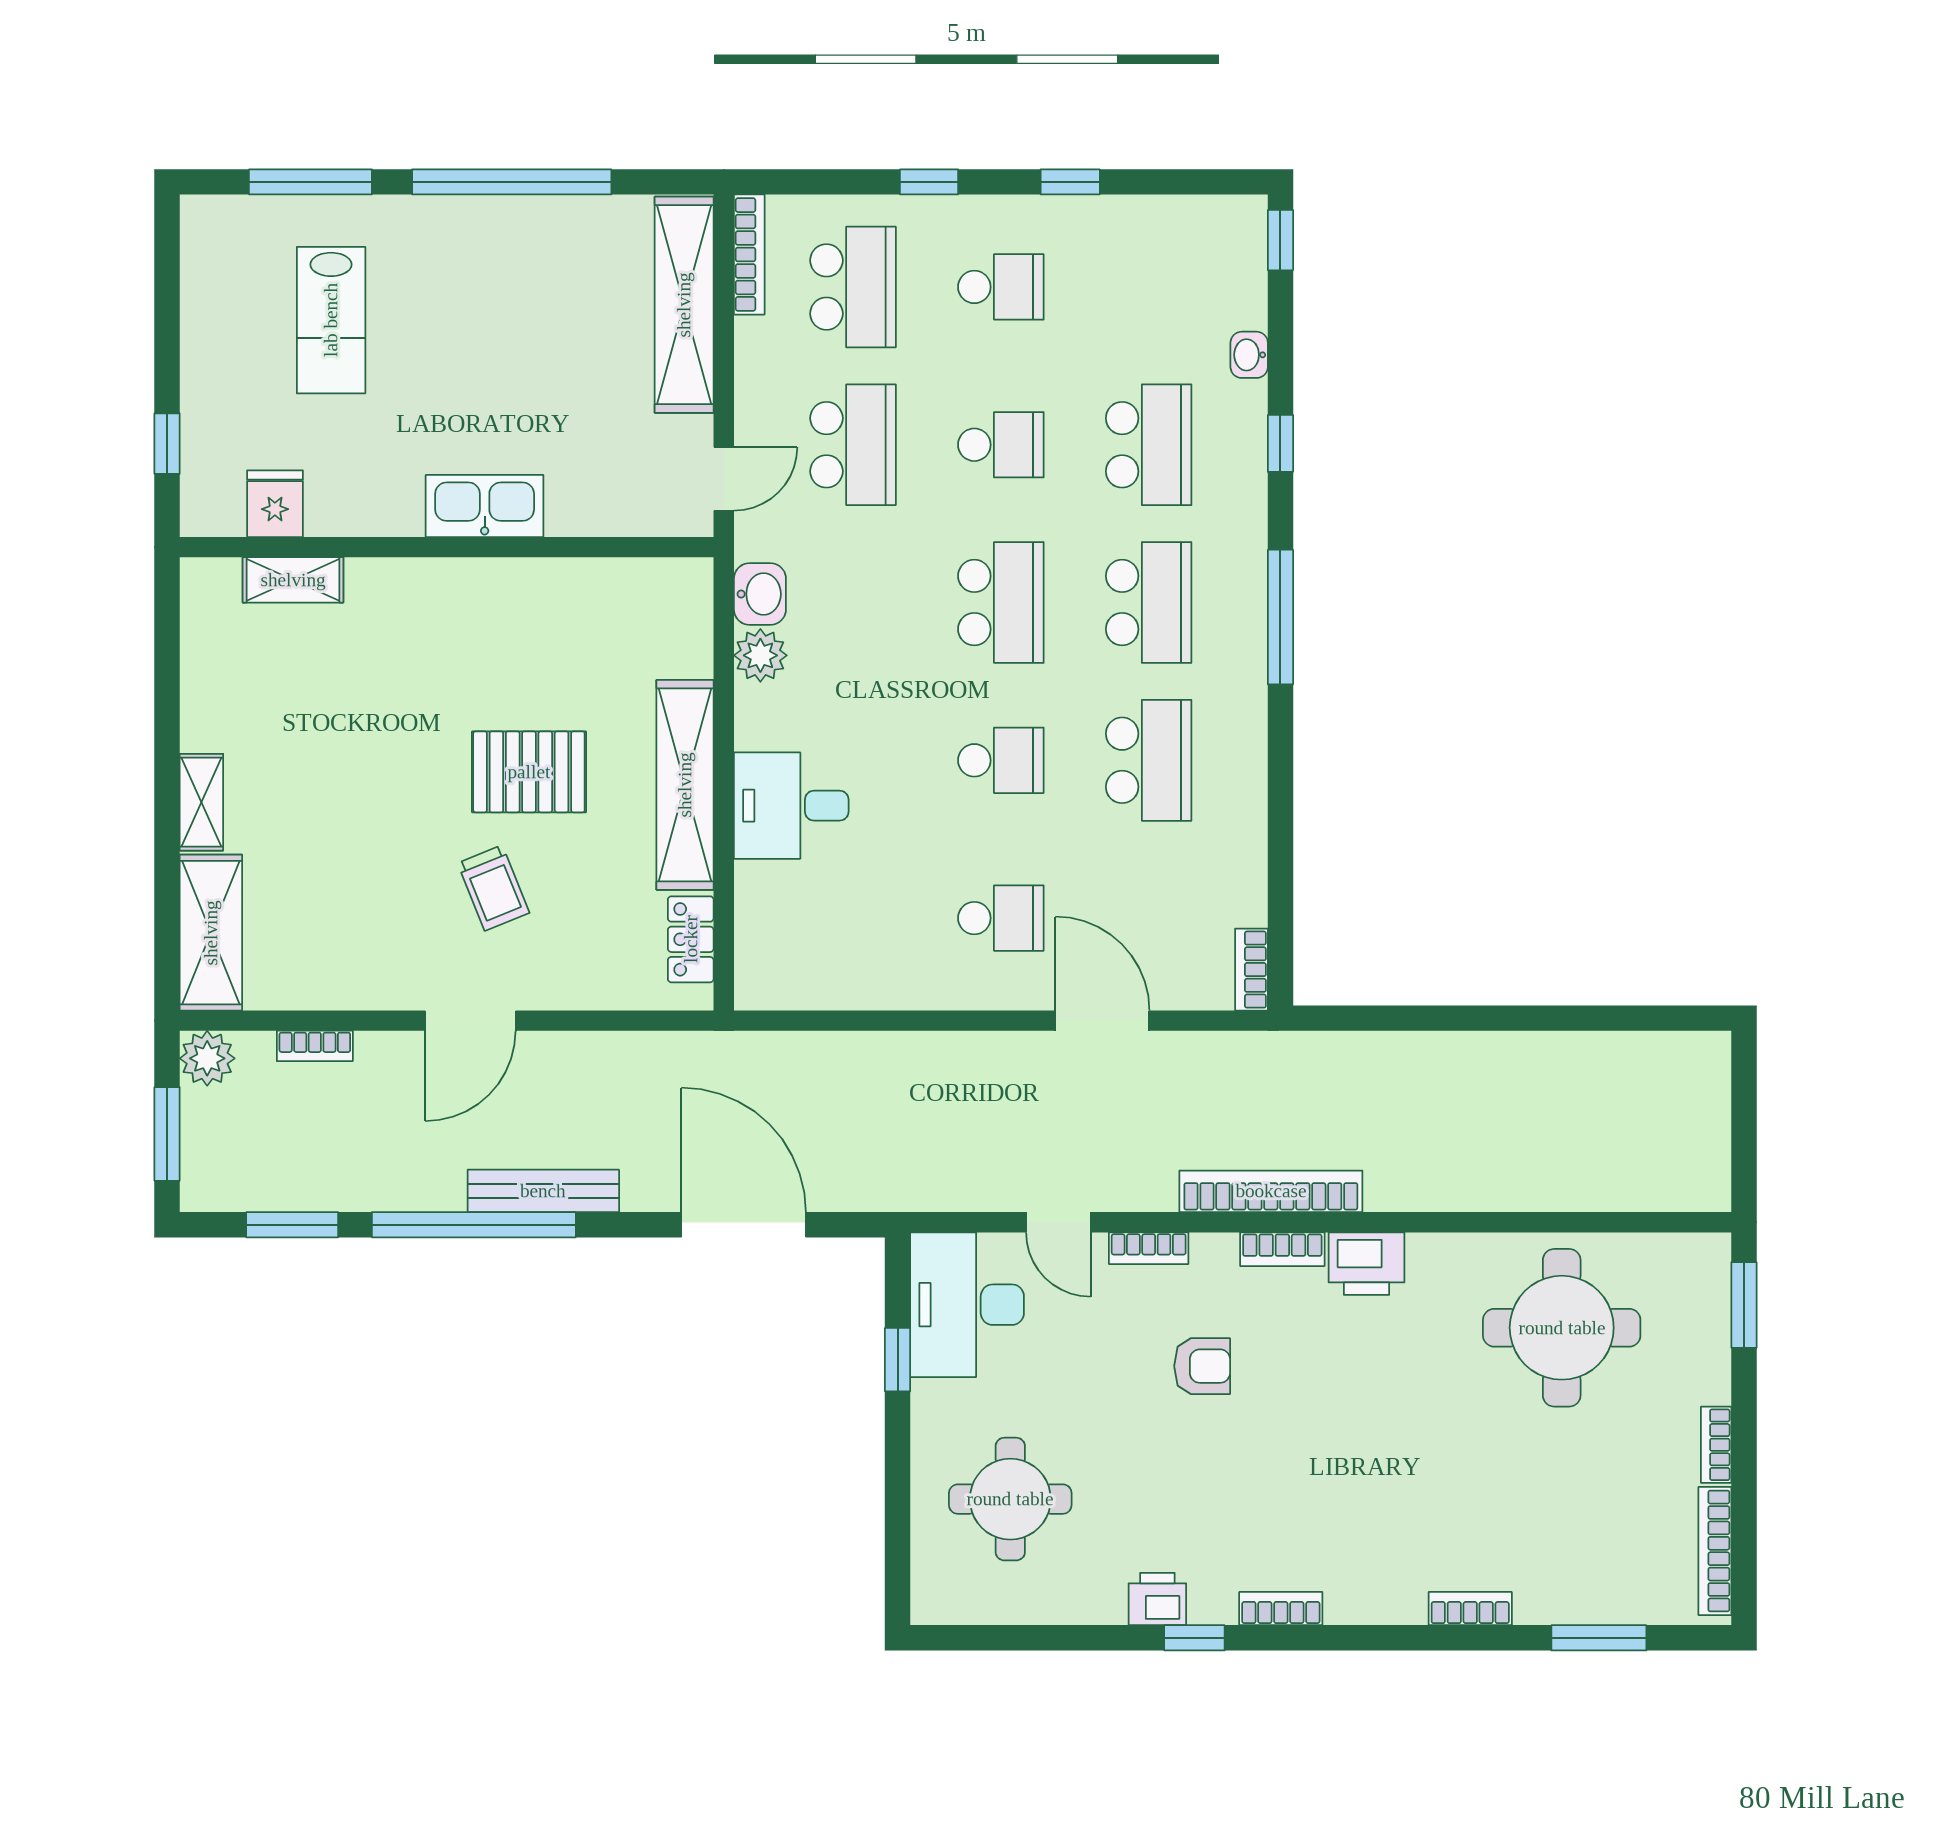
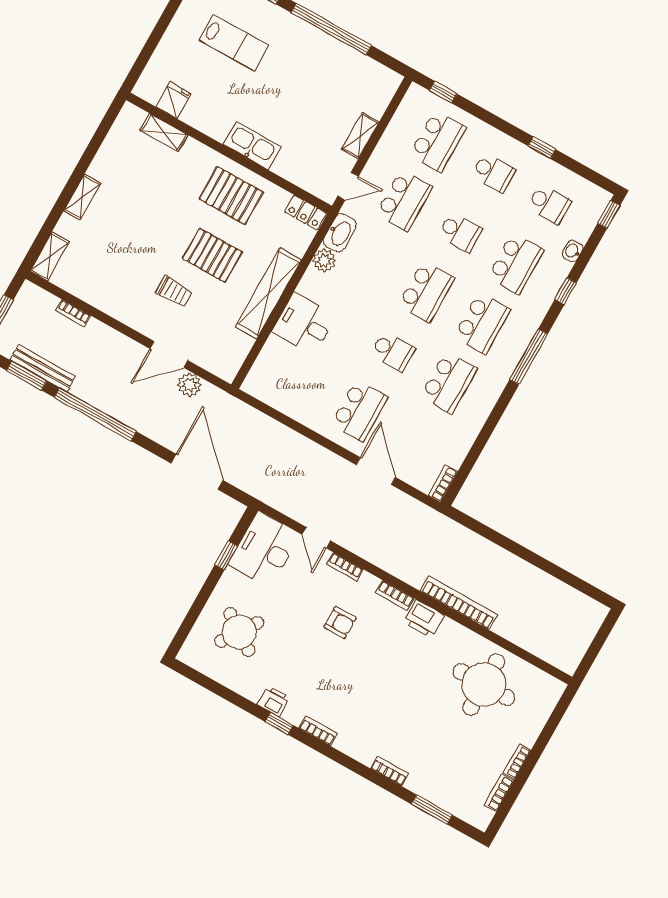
window: (929, 182) -> (443, 92), moved
bookcase: (749, 254) -> (405, 107), removed
school desk: (1149, 287) -> (549, 204), added
shelving: (684, 305) -> (360, 136), width x0.45, depth x0.75
lab bench: (331, 320) -> (234, 43), turned -90
window: (167, 444) -> (146, 54), removed
washbasin: (760, 594) -> (340, 233), width x1.38
pallet: (499, 630) -> (231, 196), added
trolley: (493, 888) -> (174, 292), turned -68
school desk: (1001, 918) -> (359, 411), width x1.85
shelving: (211, 933) -> (50, 256), width x0.67, depth x0.75
locker: (691, 939) -> (306, 213), moved, turned -90
door: (470, 1021) -> (169, 355), moved
plant: (207, 1058) -> (190, 385), moved
bench: (543, 1191) -> (43, 368), moved
bookcase: (1271, 1191) -> (459, 603), moved
window: (1744, 1305) -> (557, 715), removed
round table: (1010, 1499) -> (239, 632), turned 34
bookcase: (1715, 1551) -> (499, 793), width x0.64

